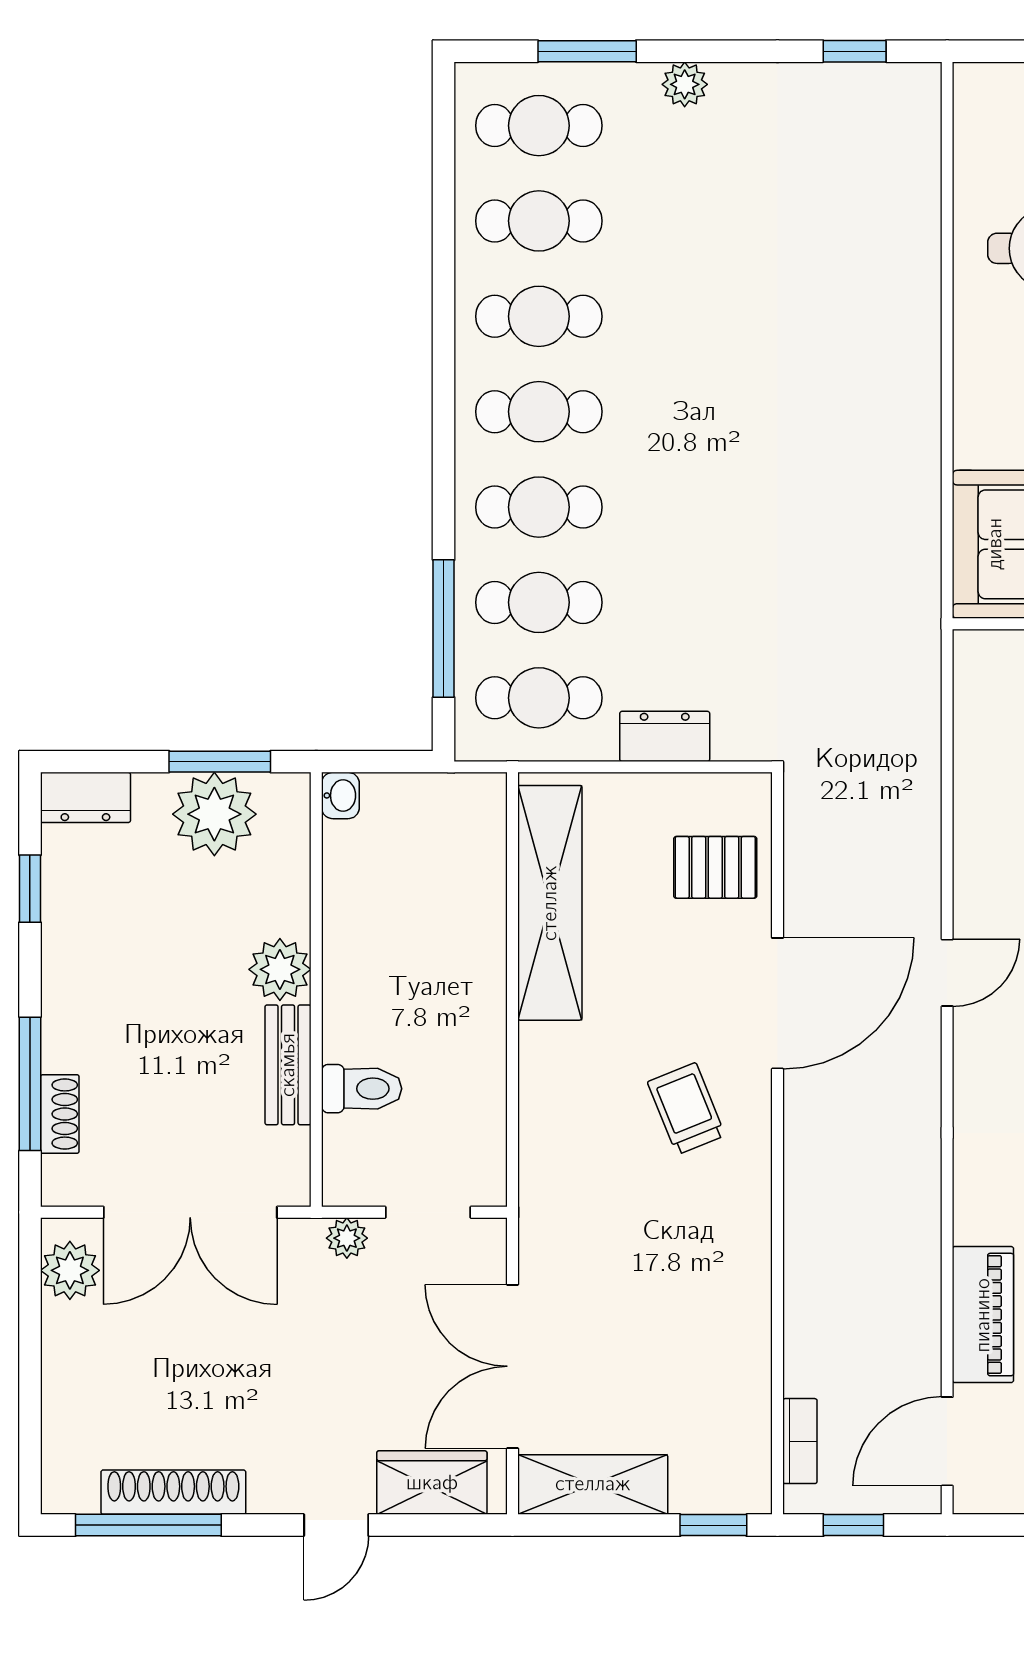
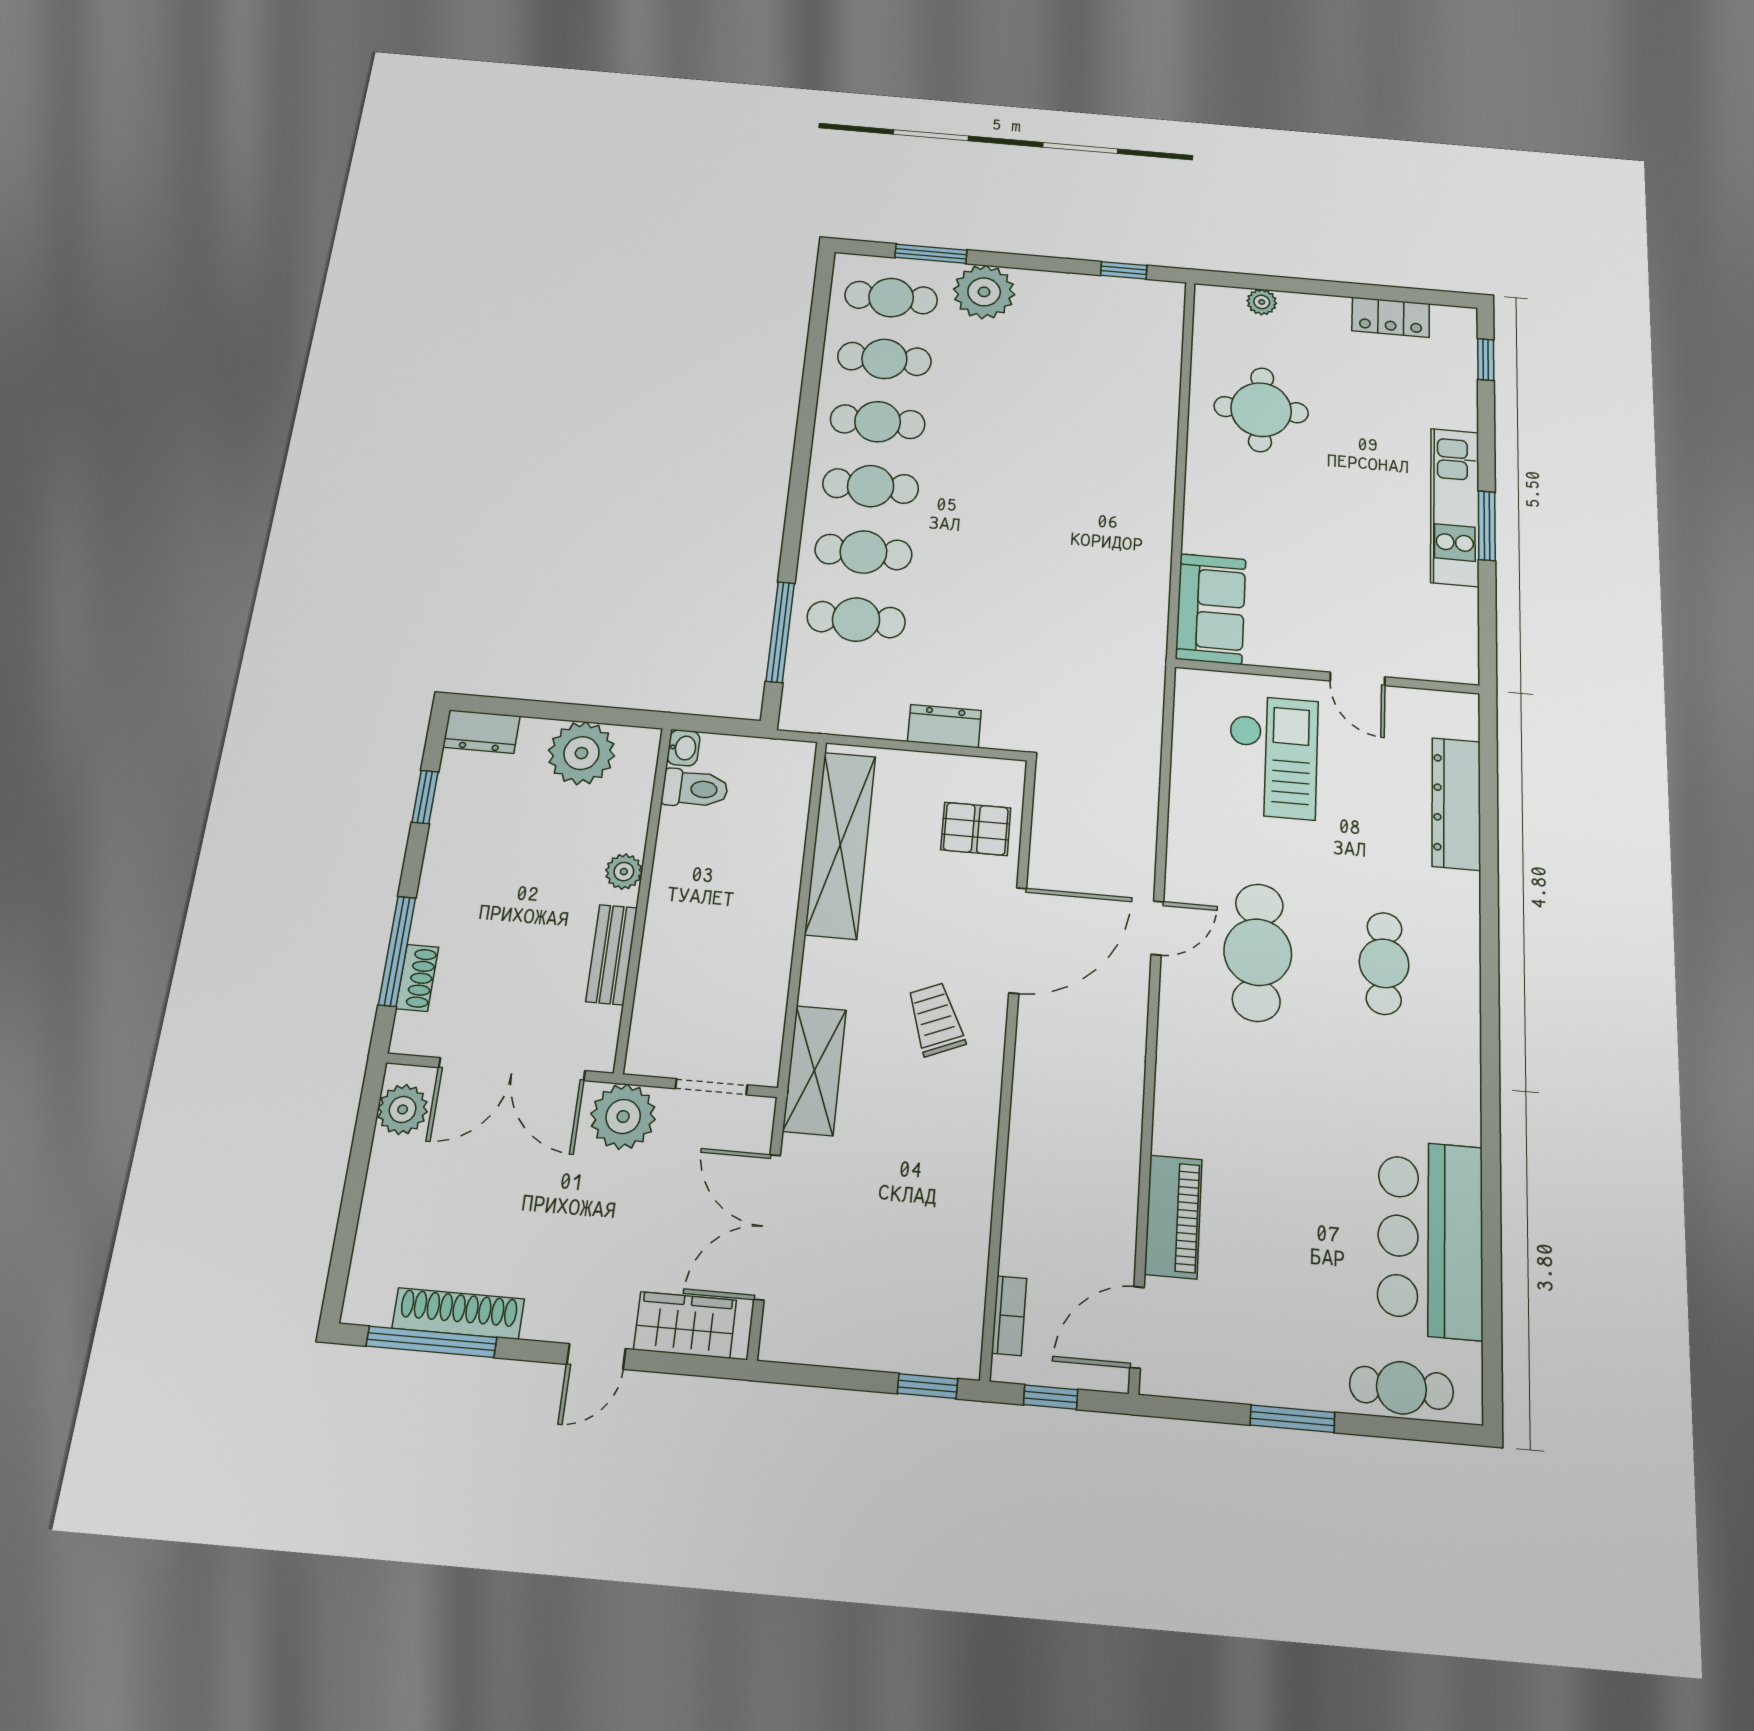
plant: (685, 84) -> (984, 292), width x1.88, depth x1.88
cafe table: (539, 698) -> (849, 689), removed
window: (220, 762) -> (592, 714), removed
plant: (280, 969) -> (624, 872), width x0.73, depth x0.73
toilet: (362, 1089) -> (695, 789), moved
plant: (347, 1238) -> (623, 1117), width x1.88, depth x1.88
shelving: (593, 1484) -> (815, 1070), moved, turned 90

